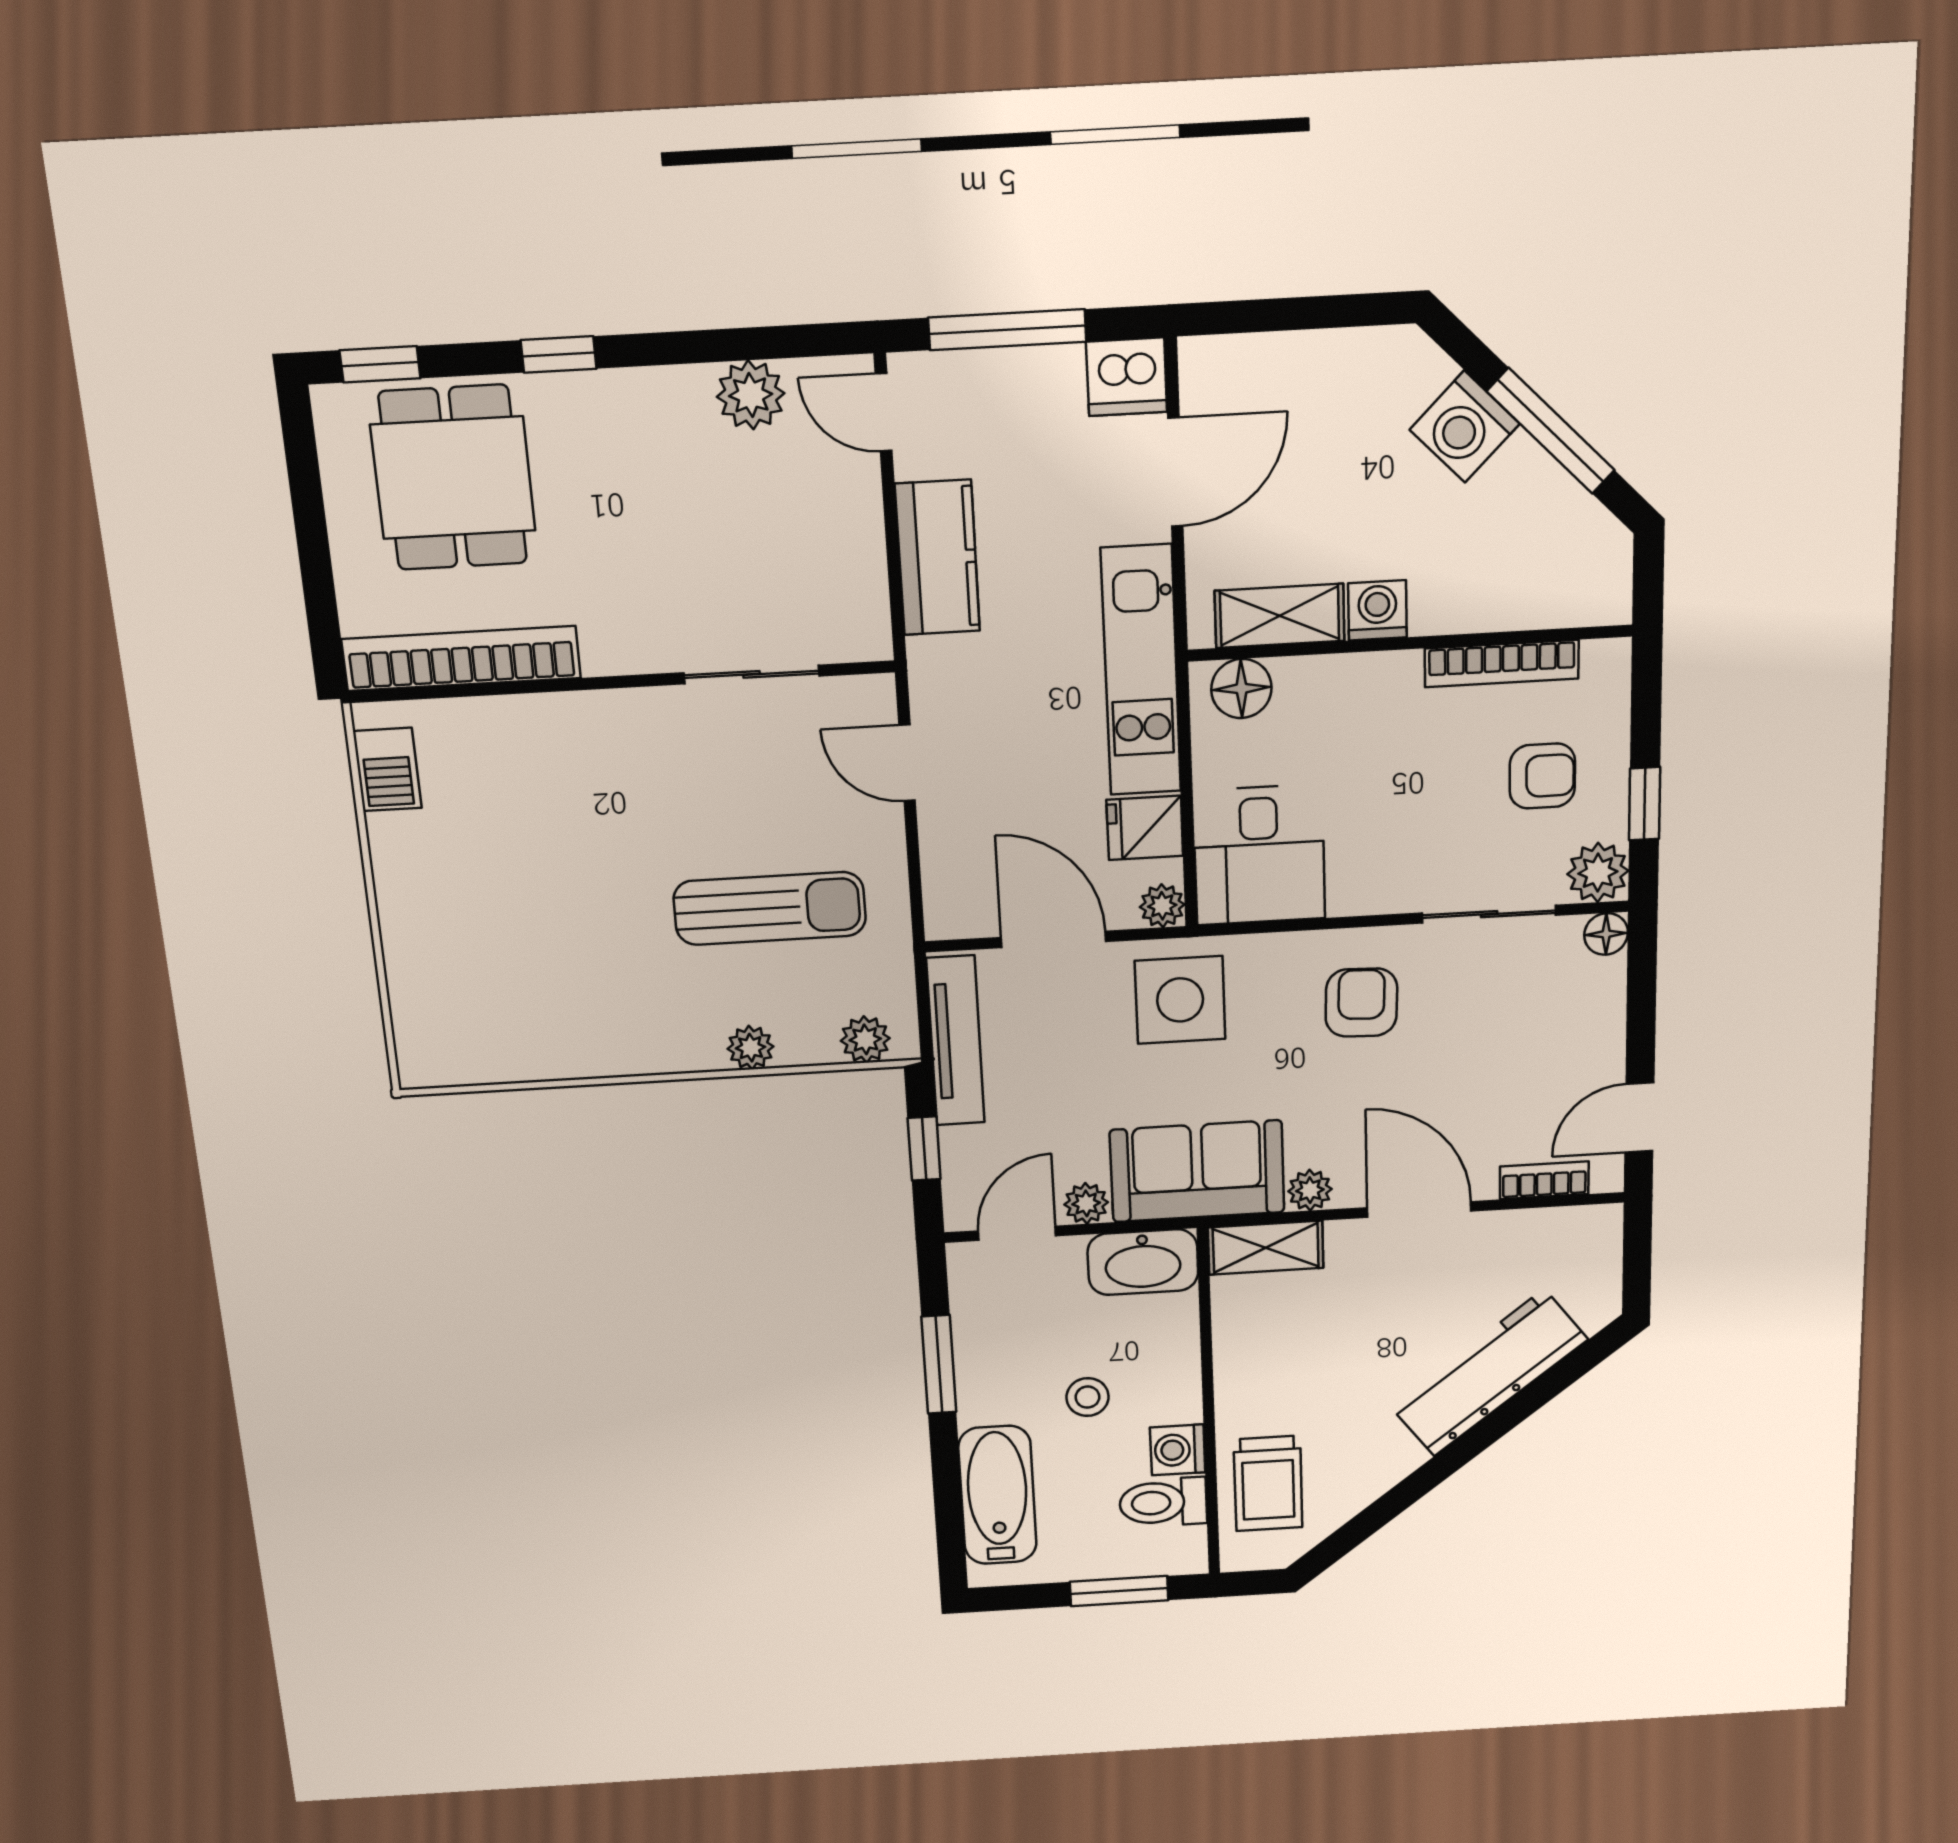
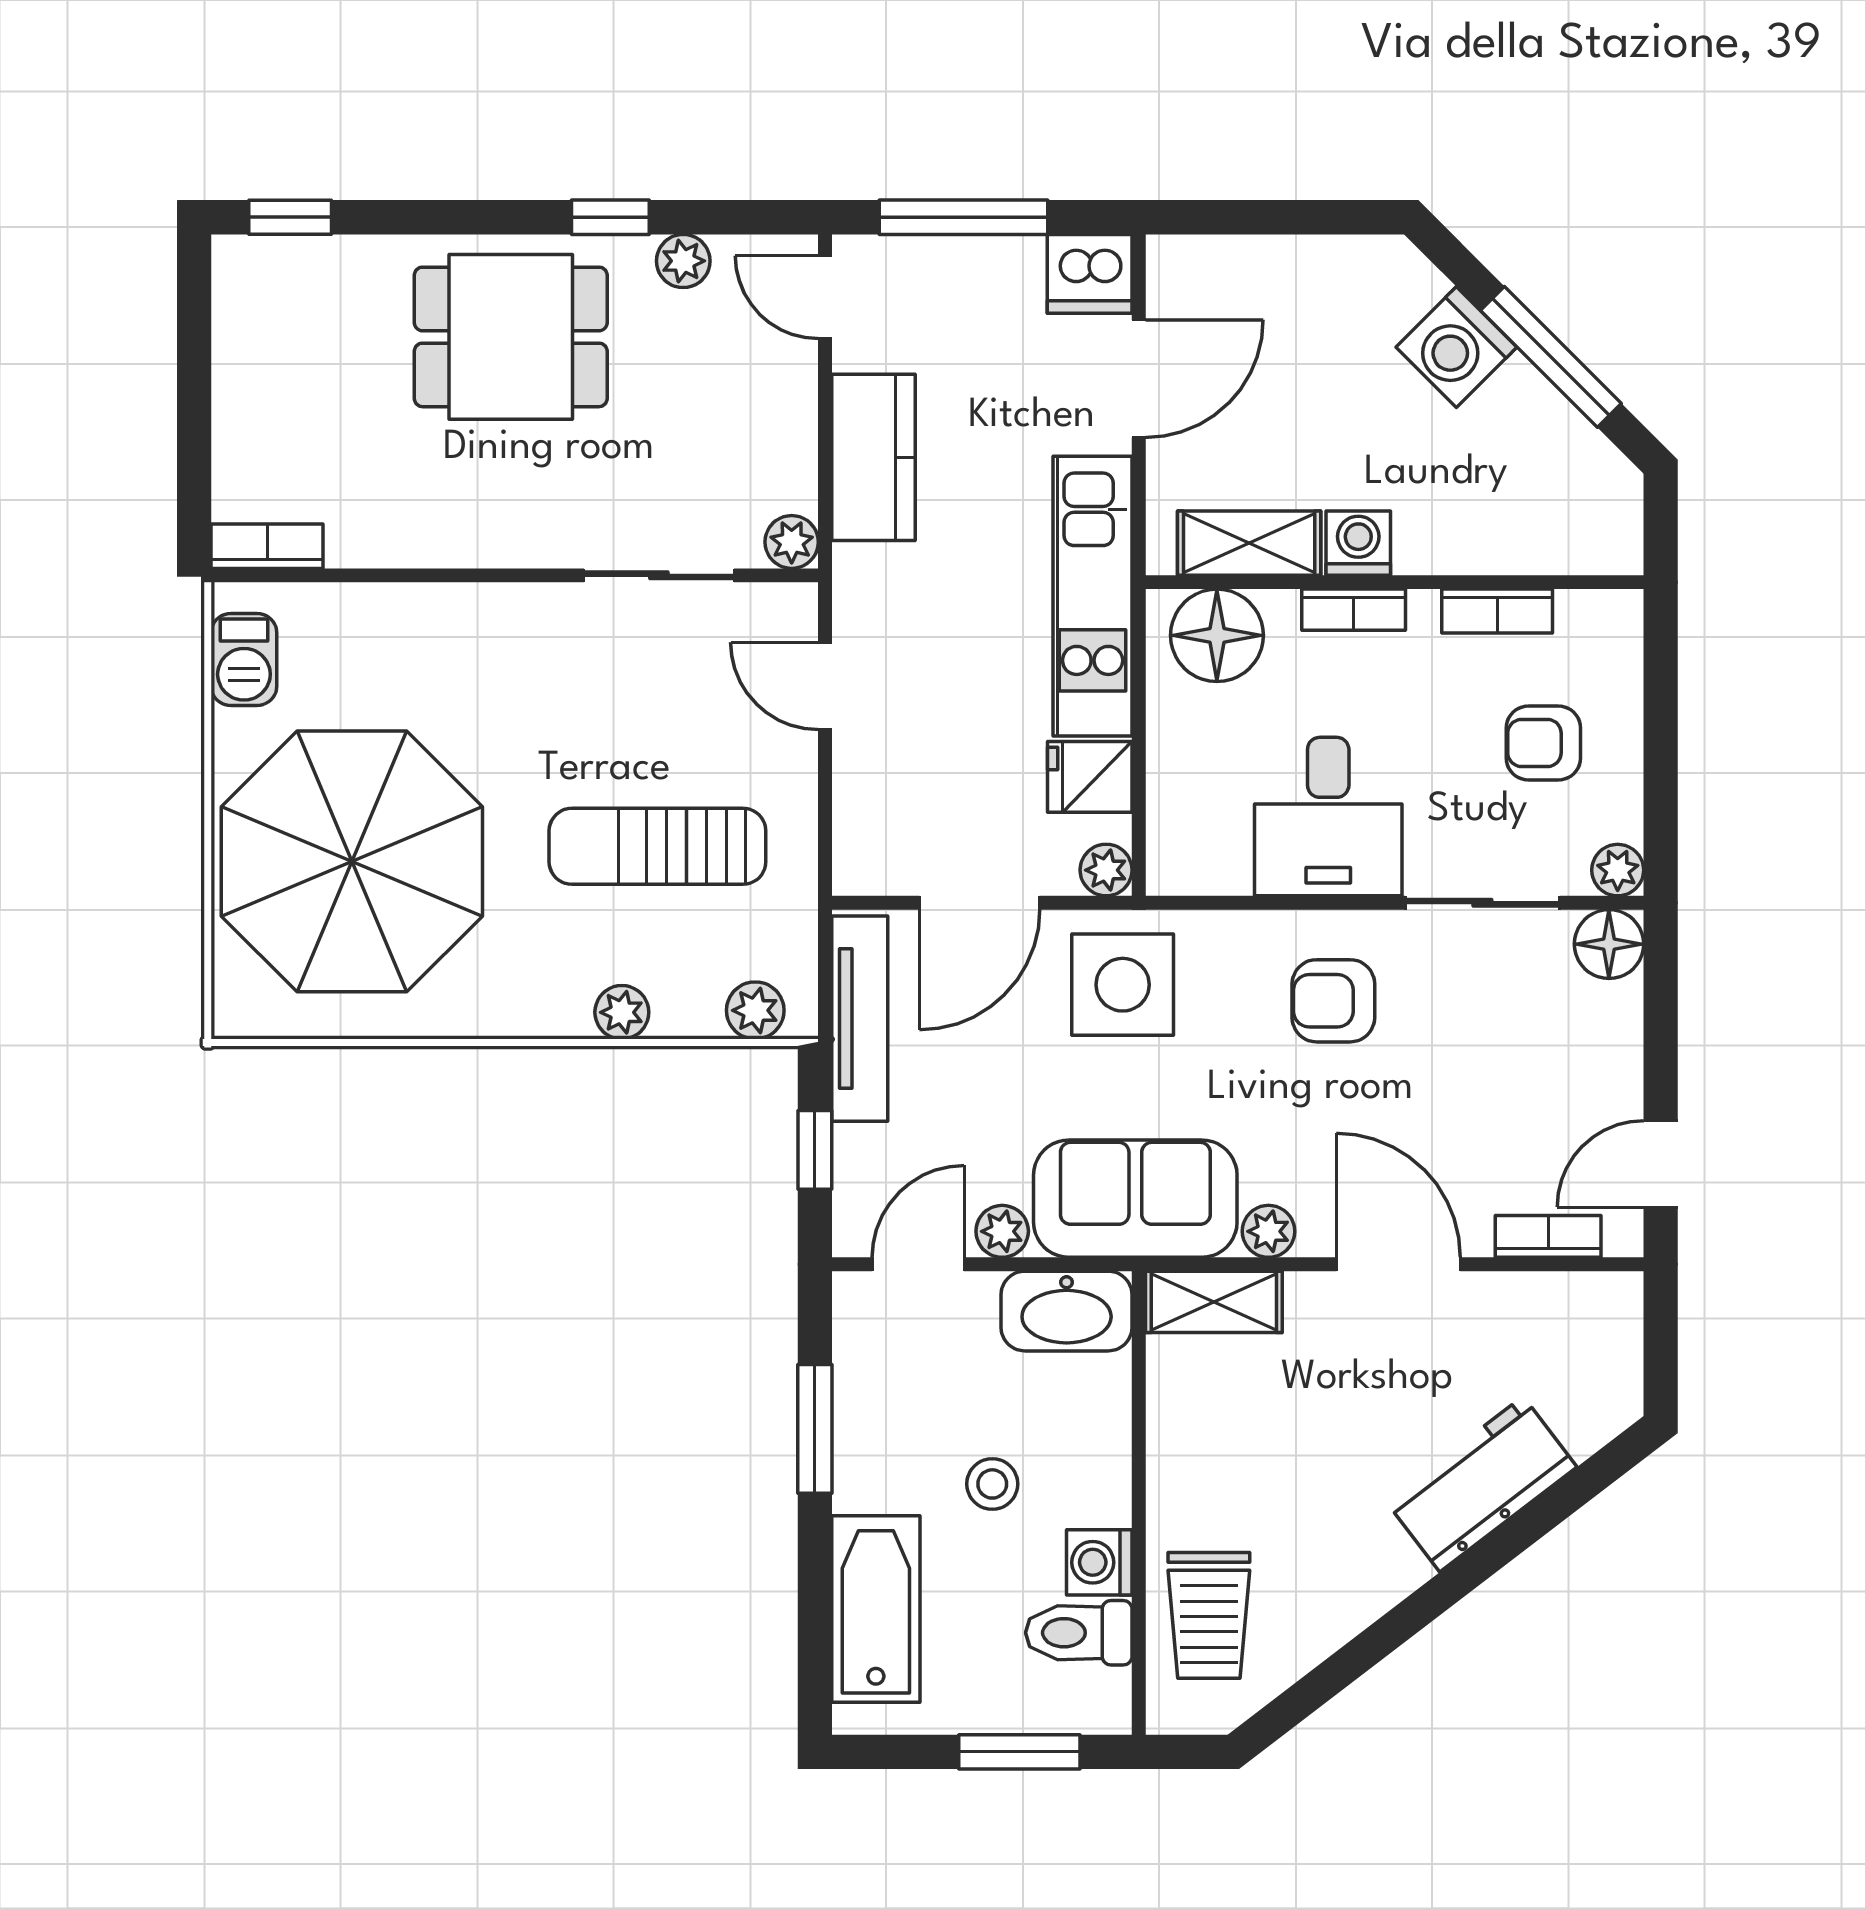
window: (559, 354) -> (610, 217), moved
plant: (751, 395) -> (683, 261), width x0.73, depth x0.73
dining table: (453, 478) -> (511, 337), moved, turned 90
plant: (869, 638) -> (792, 542), added
bookcase: (461, 658) -> (267, 546), width x0.43, depth x0.76
bookcase: (1502, 663) -> (1497, 611), width x0.64
bookcase: (1374, 670) -> (1354, 610), added
floor lamp: (1241, 689) -> (1217, 635), width x1.38, depth x1.38
armchair: (1542, 776) -> (1543, 743), turned 180
window: (1645, 804) -> (1661, 782), removed
desk: (1259, 855) -> (1328, 817), moved
plant: (1598, 872) -> (1618, 870), width x0.73, depth x0.73
sun lounger: (770, 908) -> (657, 846), turned 180
floor lamp: (1606, 934) -> (1609, 944), width x1.37, depth x1.37
parasol: (504, 937) -> (352, 861), added
door: (1054, 939) -> (980, 903), swing flipped
armchair: (1361, 1003) -> (1333, 1001), turned -92
workbench: (1489, 1373) -> (1481, 1484), width x0.73

